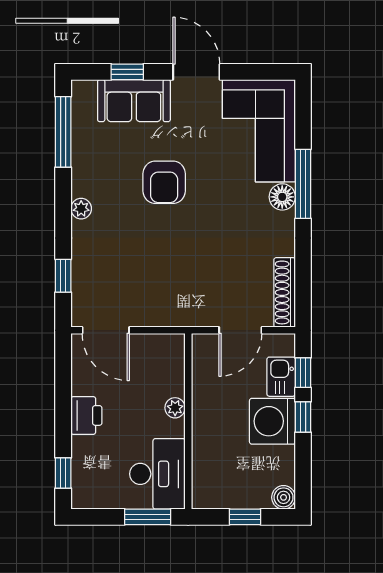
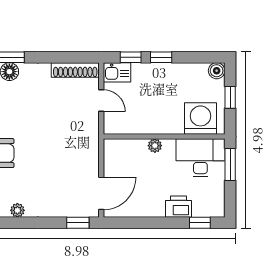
window: (63, 276) -> (78, 223), moved
door: (240, 330) -> (101, 100), width x0.73
kitchen sink: (281, 377) -> (117, 72), moved
printer: (86, 415) -> (179, 207), moved
washing machine: (272, 421) -> (201, 119), moved, turned 180

